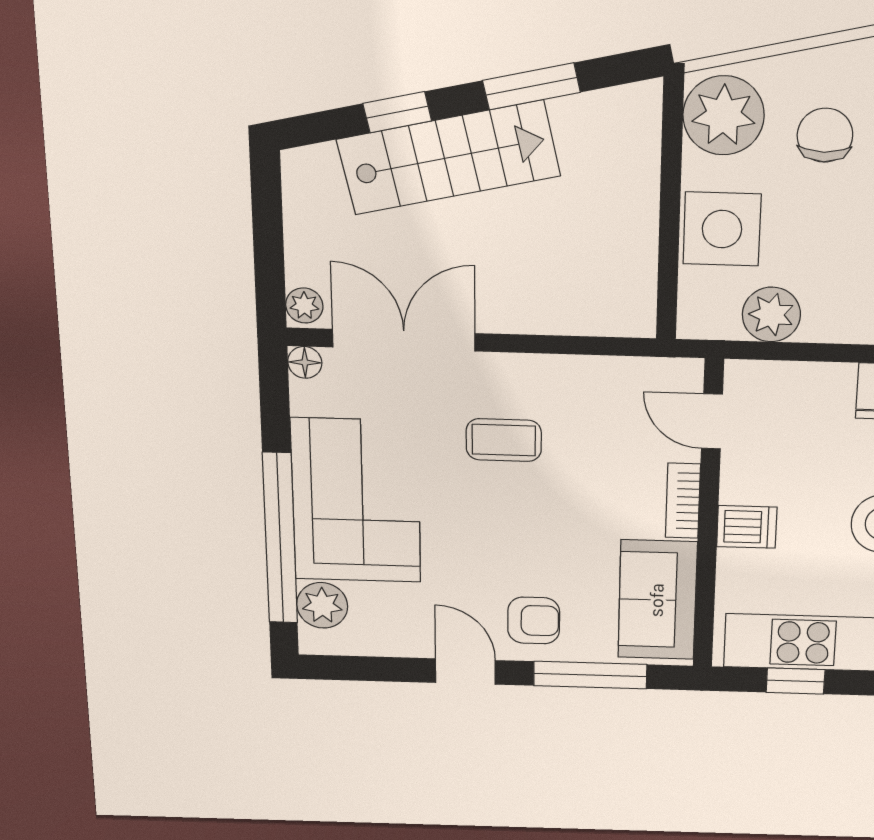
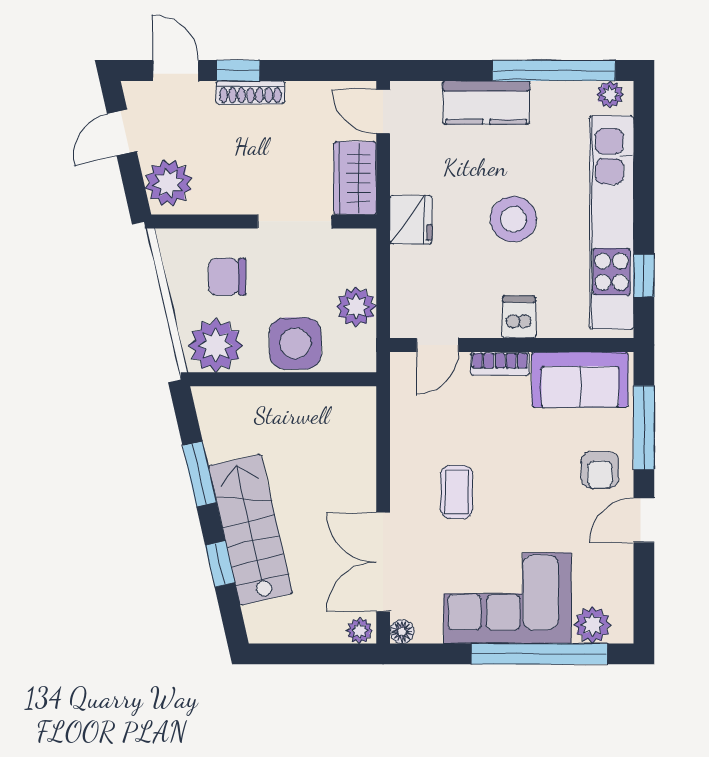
armchair: (534, 620) -> (600, 470), turned 180

